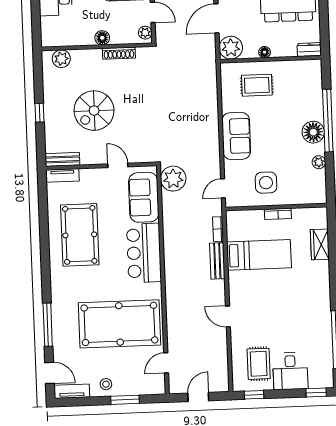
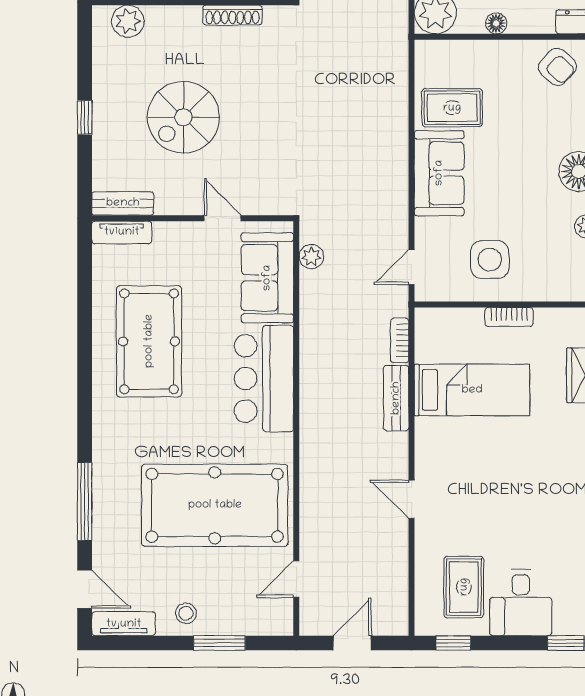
armchair: (299, 75) -> (557, 67), added
rug: (257, 85) -> (452, 108), moved
plant: (173, 179) -> (311, 257), width x0.53, depth x0.53

